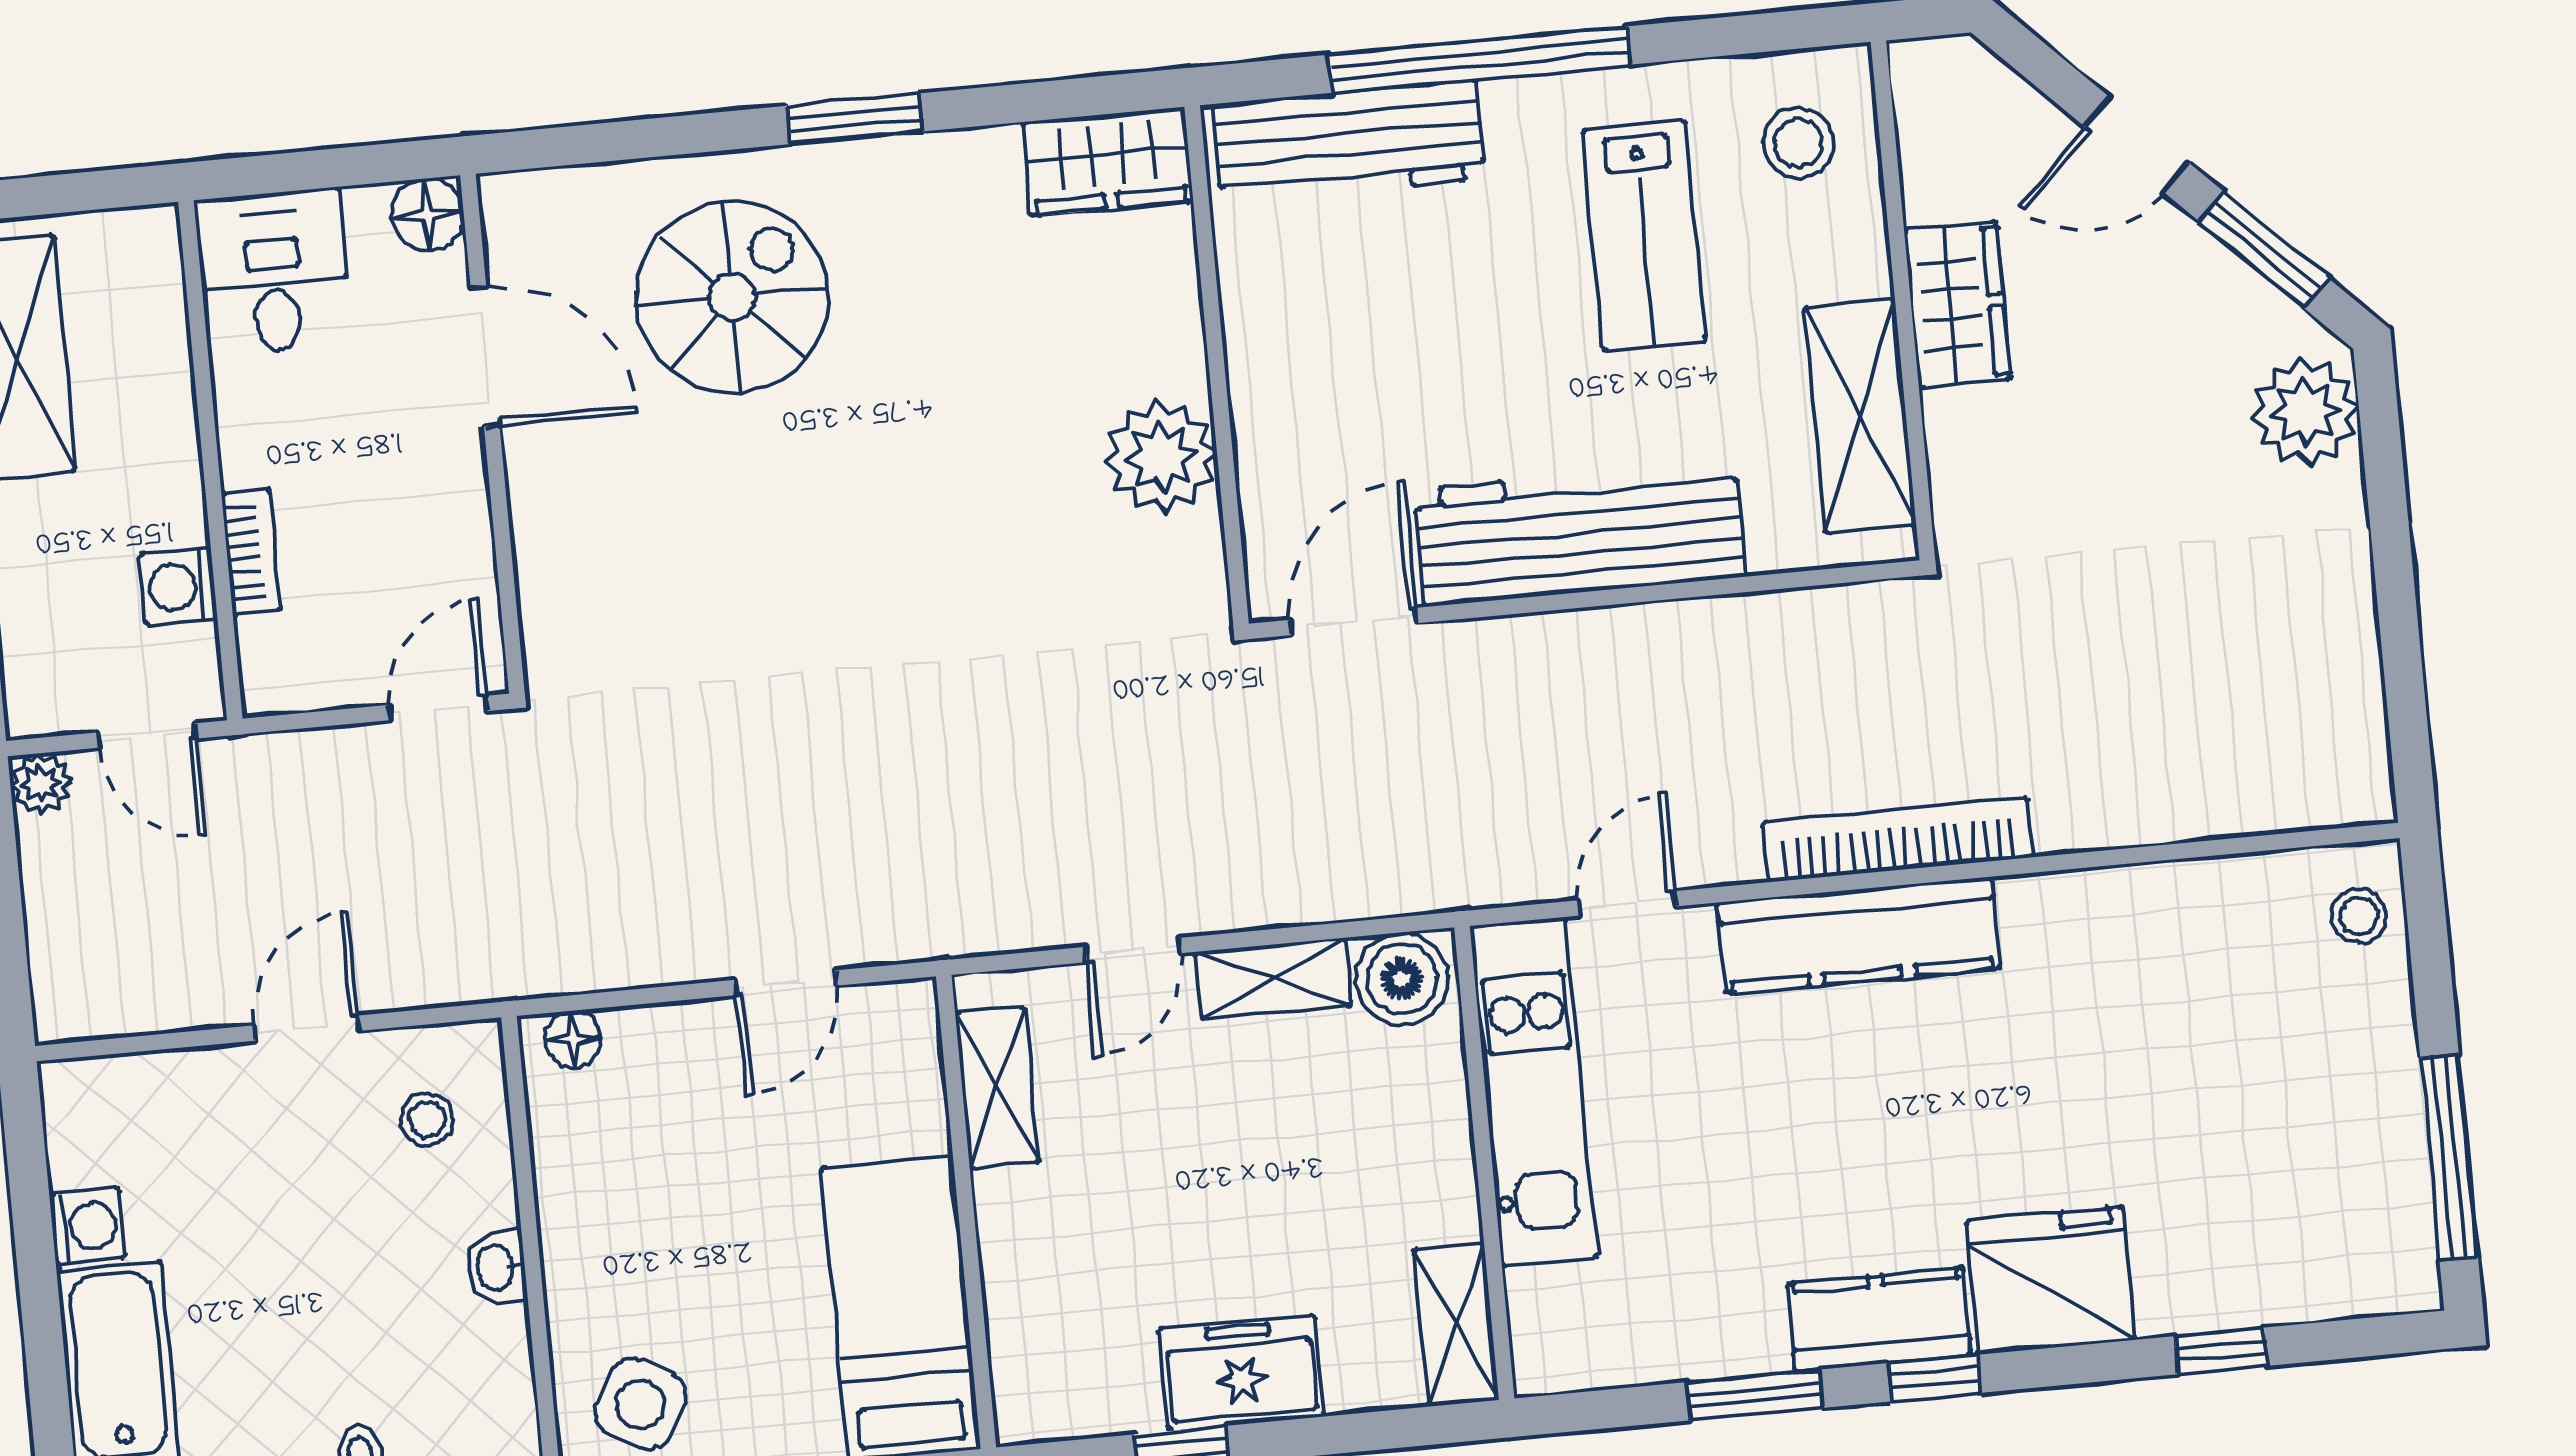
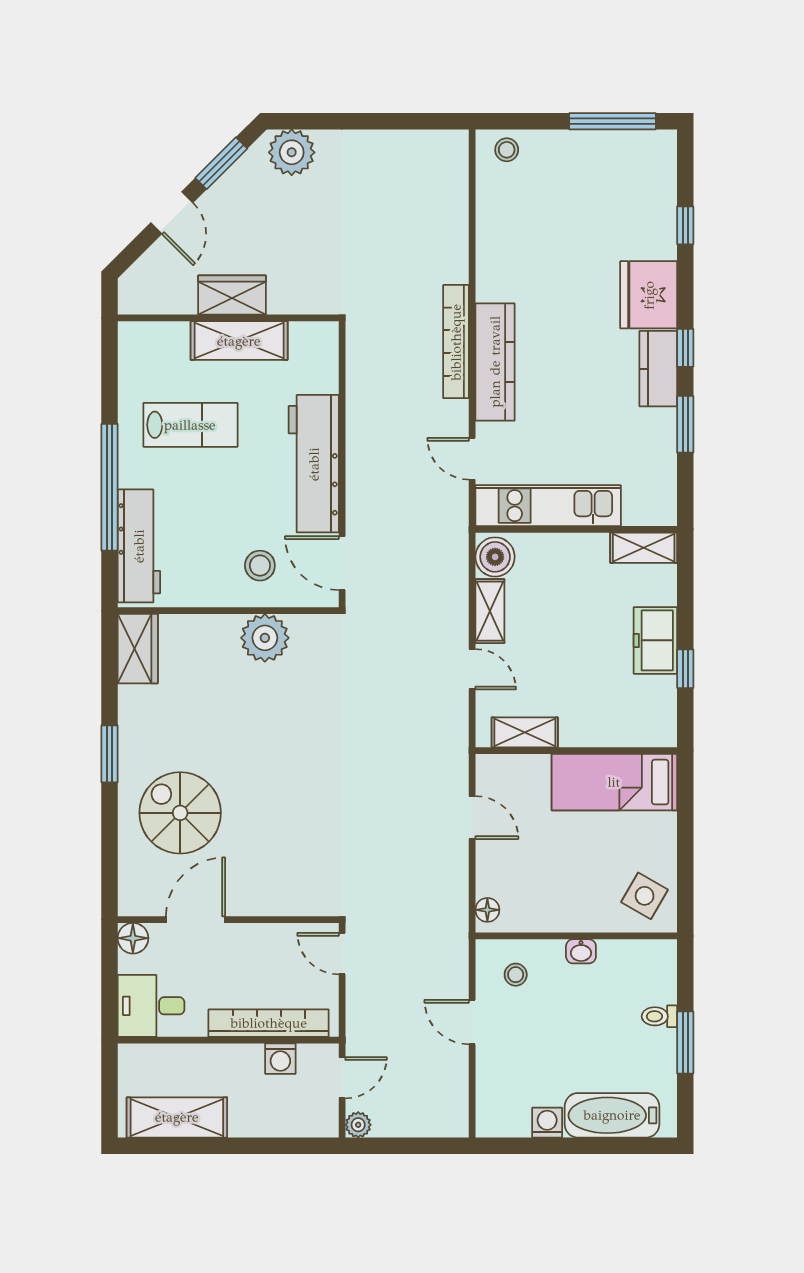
stool: (1798, 143) -> (260, 566), moved
shelving: (1860, 416) -> (239, 341), moved
bookcase: (251, 552) -> (269, 1023), width x2.31, depth x1.31

